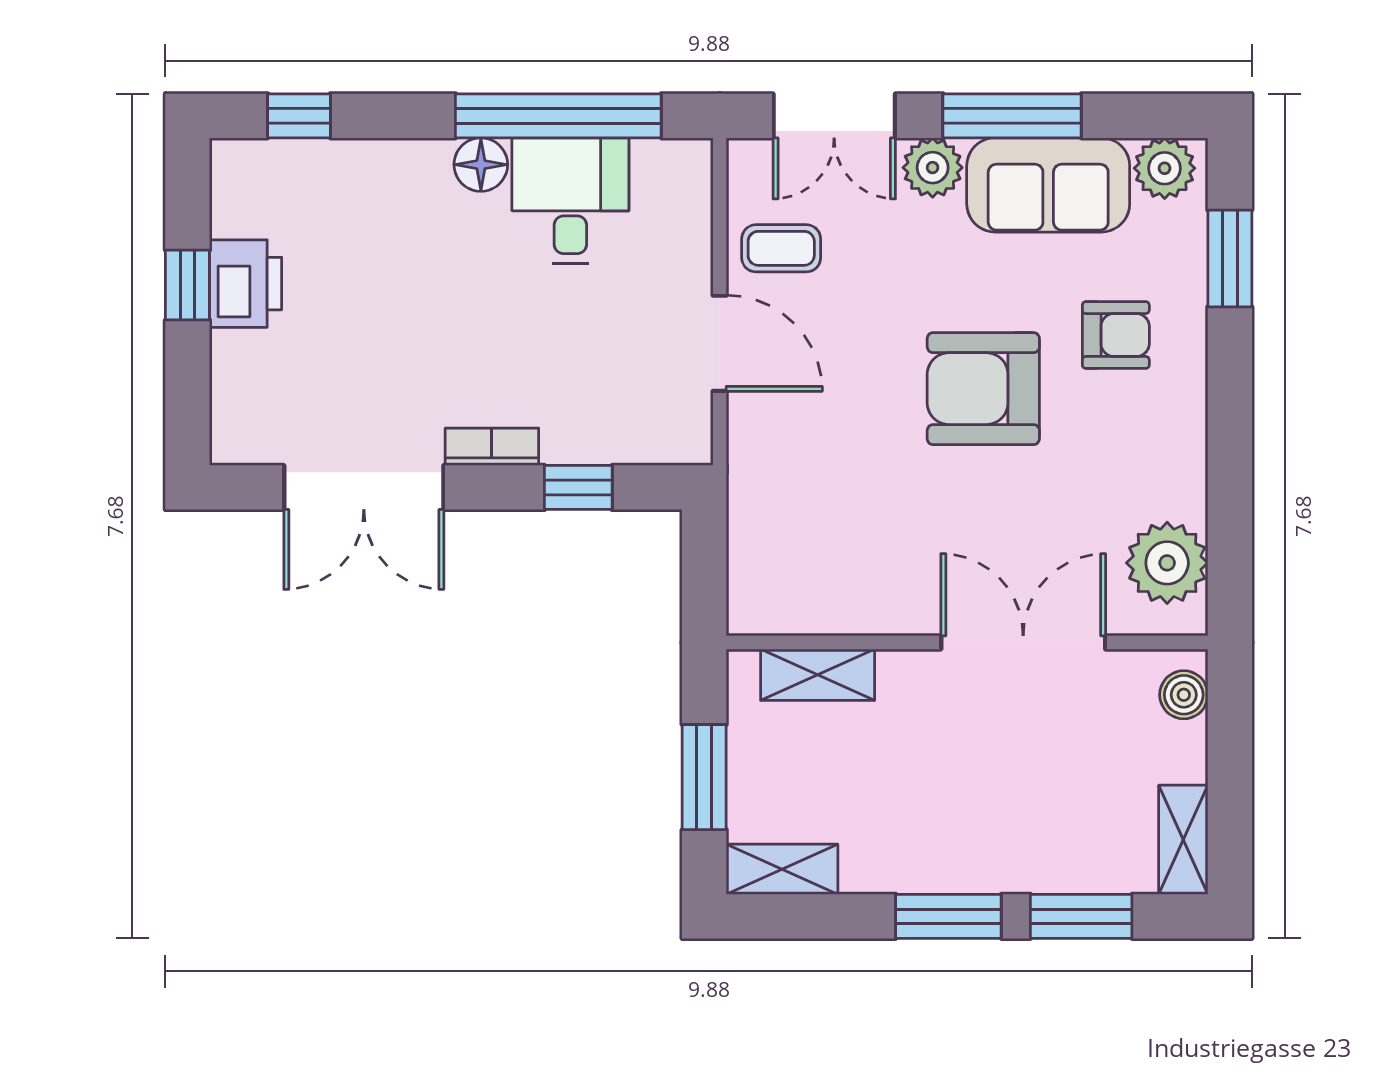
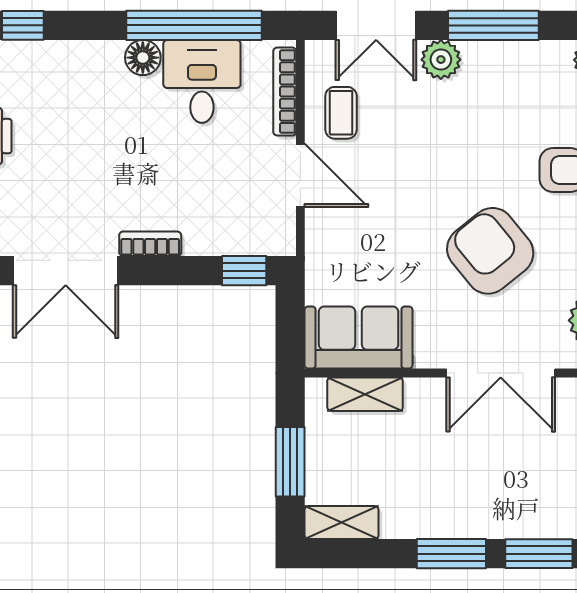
sofa: (1048, 185) -> (359, 337), moved, turned 180
bookcase: (696, 216) -> (285, 92), added
coffee table: (781, 248) -> (341, 113), turned 90
armchair: (983, 389) -> (490, 251), moved, turned 51
window: (578, 487) -> (244, 271), moved
double door: (1023, 643) -> (501, 373), swing flipped

